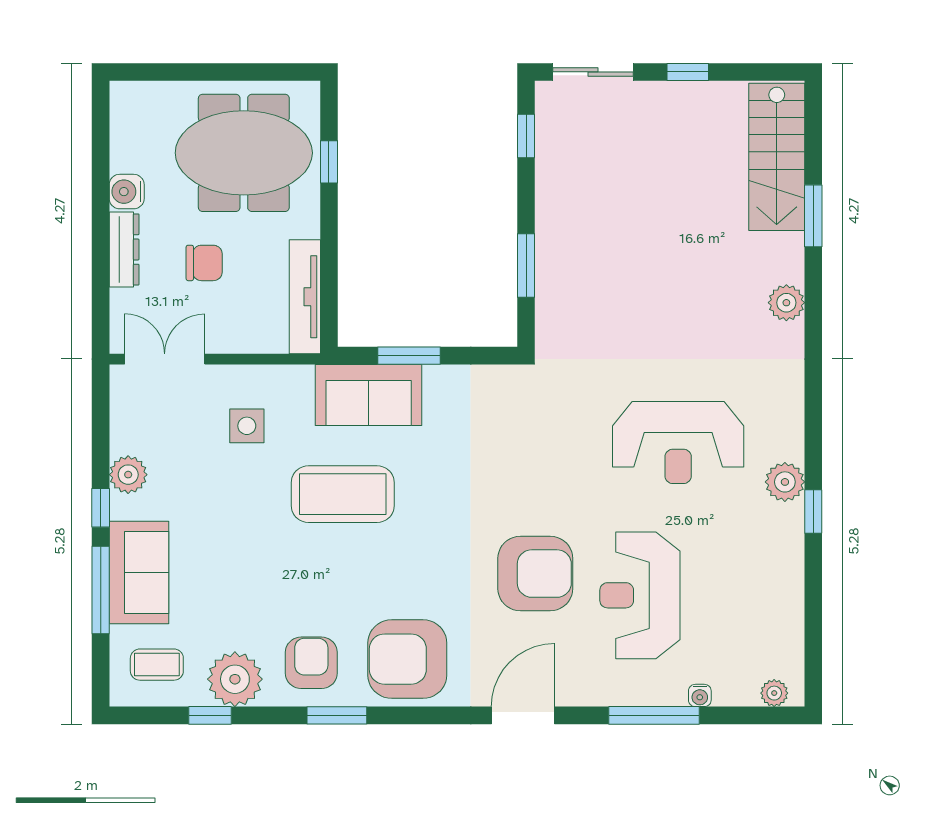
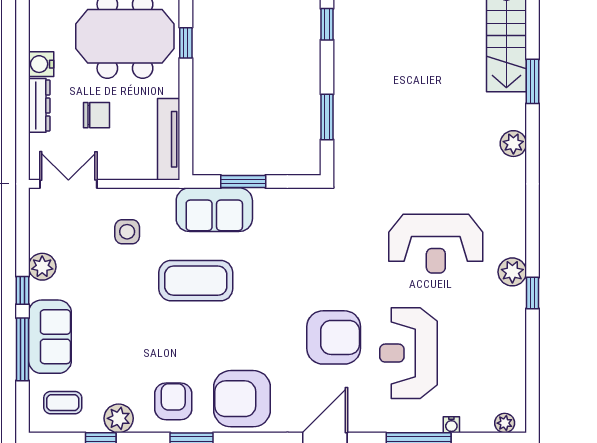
plant: (235, 679) -> (119, 418), width x0.73, depth x0.73

